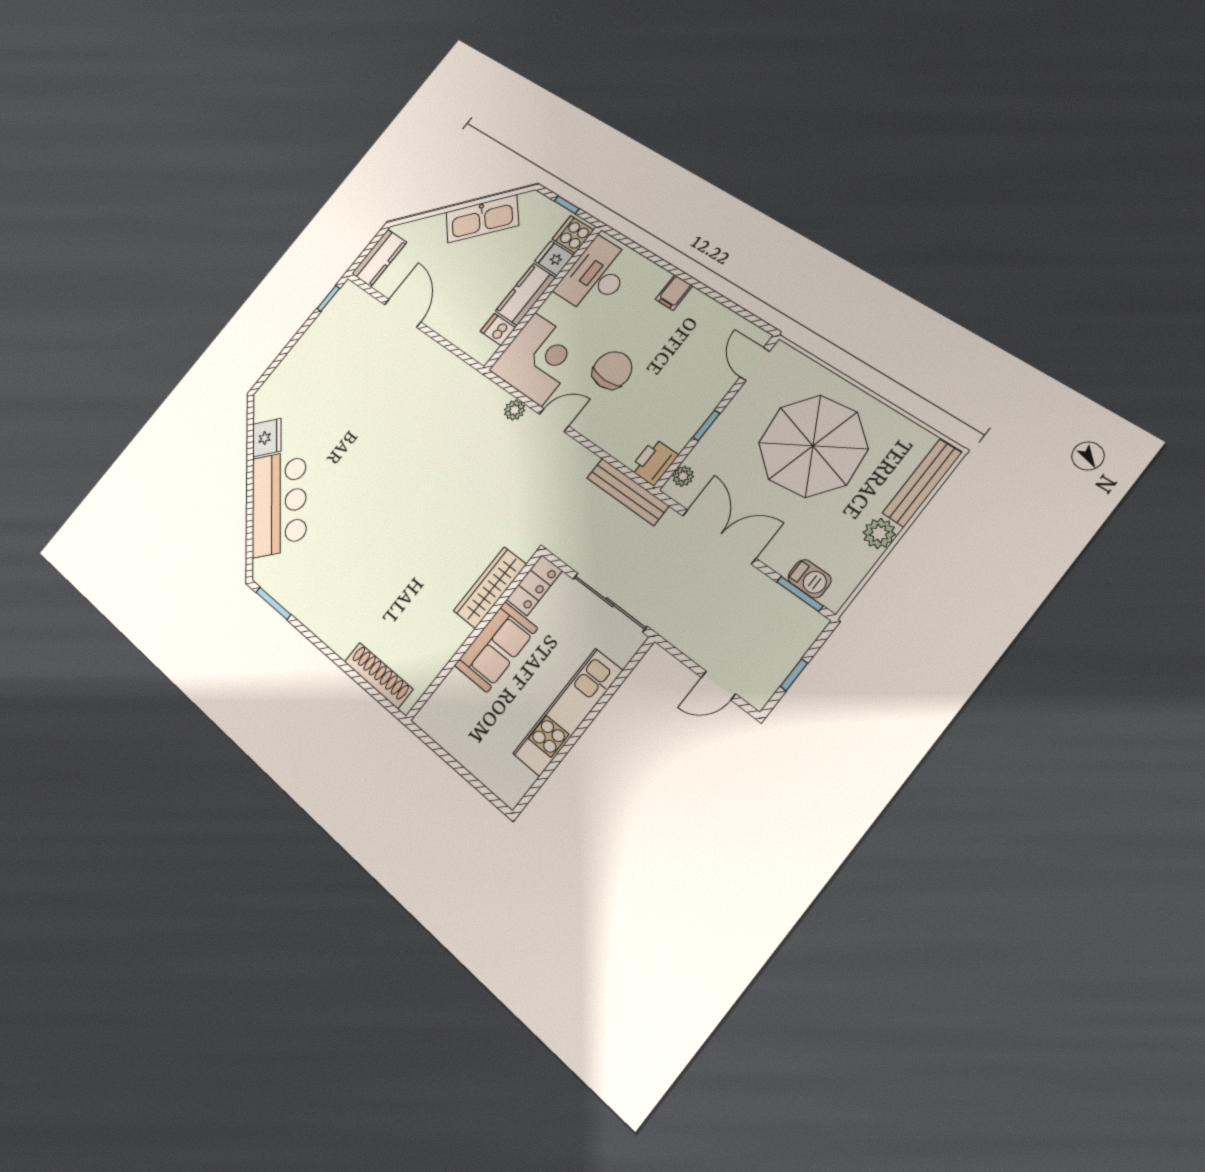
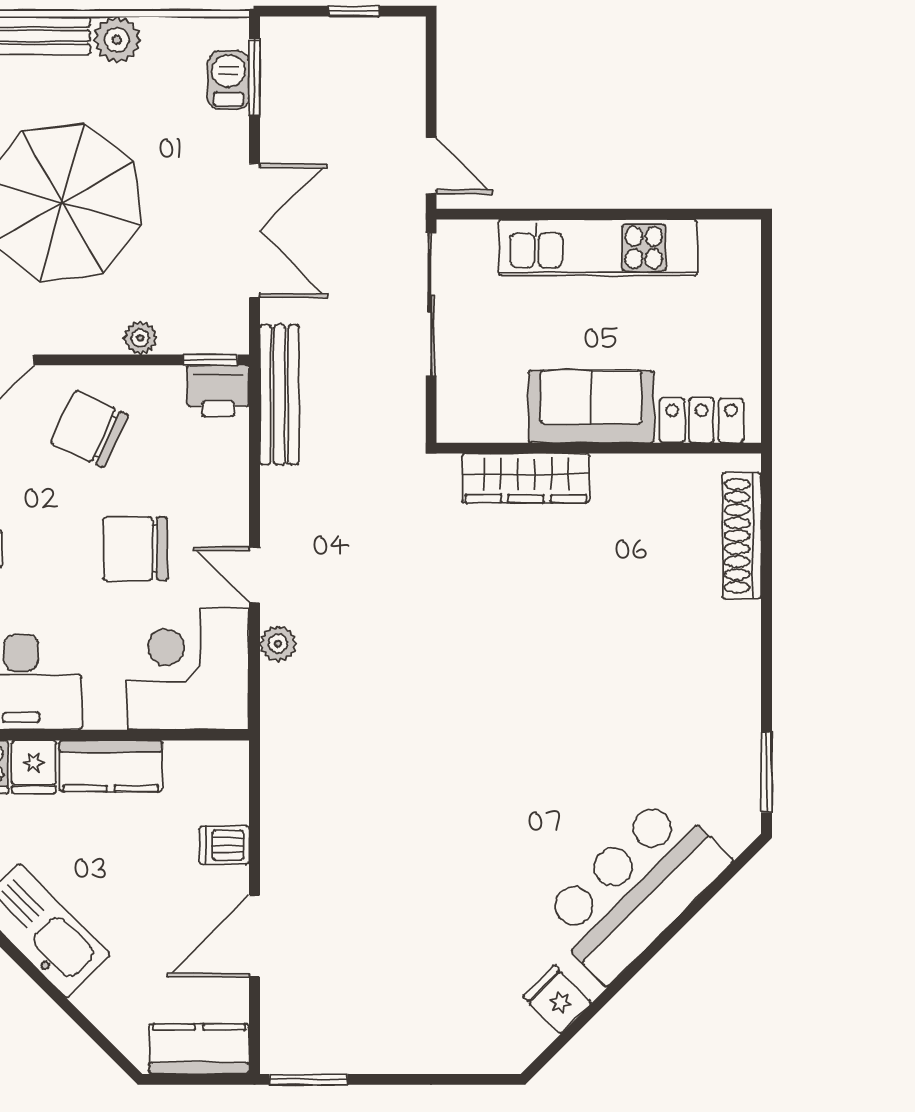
window: (328, 298) -> (308, 1079), width x1.50
dishwasher: (498, 329) -> (224, 845), moved, turned 90
chair: (687, 385) -> (89, 429), added
window: (706, 425) -> (210, 360), moved
fridge: (267, 438) -> (557, 1000), width x0.72
plant: (683, 476) -> (140, 338), moved
double door: (719, 537) -> (255, 231), swing flipped
locker: (534, 585) -> (702, 421), moved
door: (718, 685) -> (431, 166), moved

